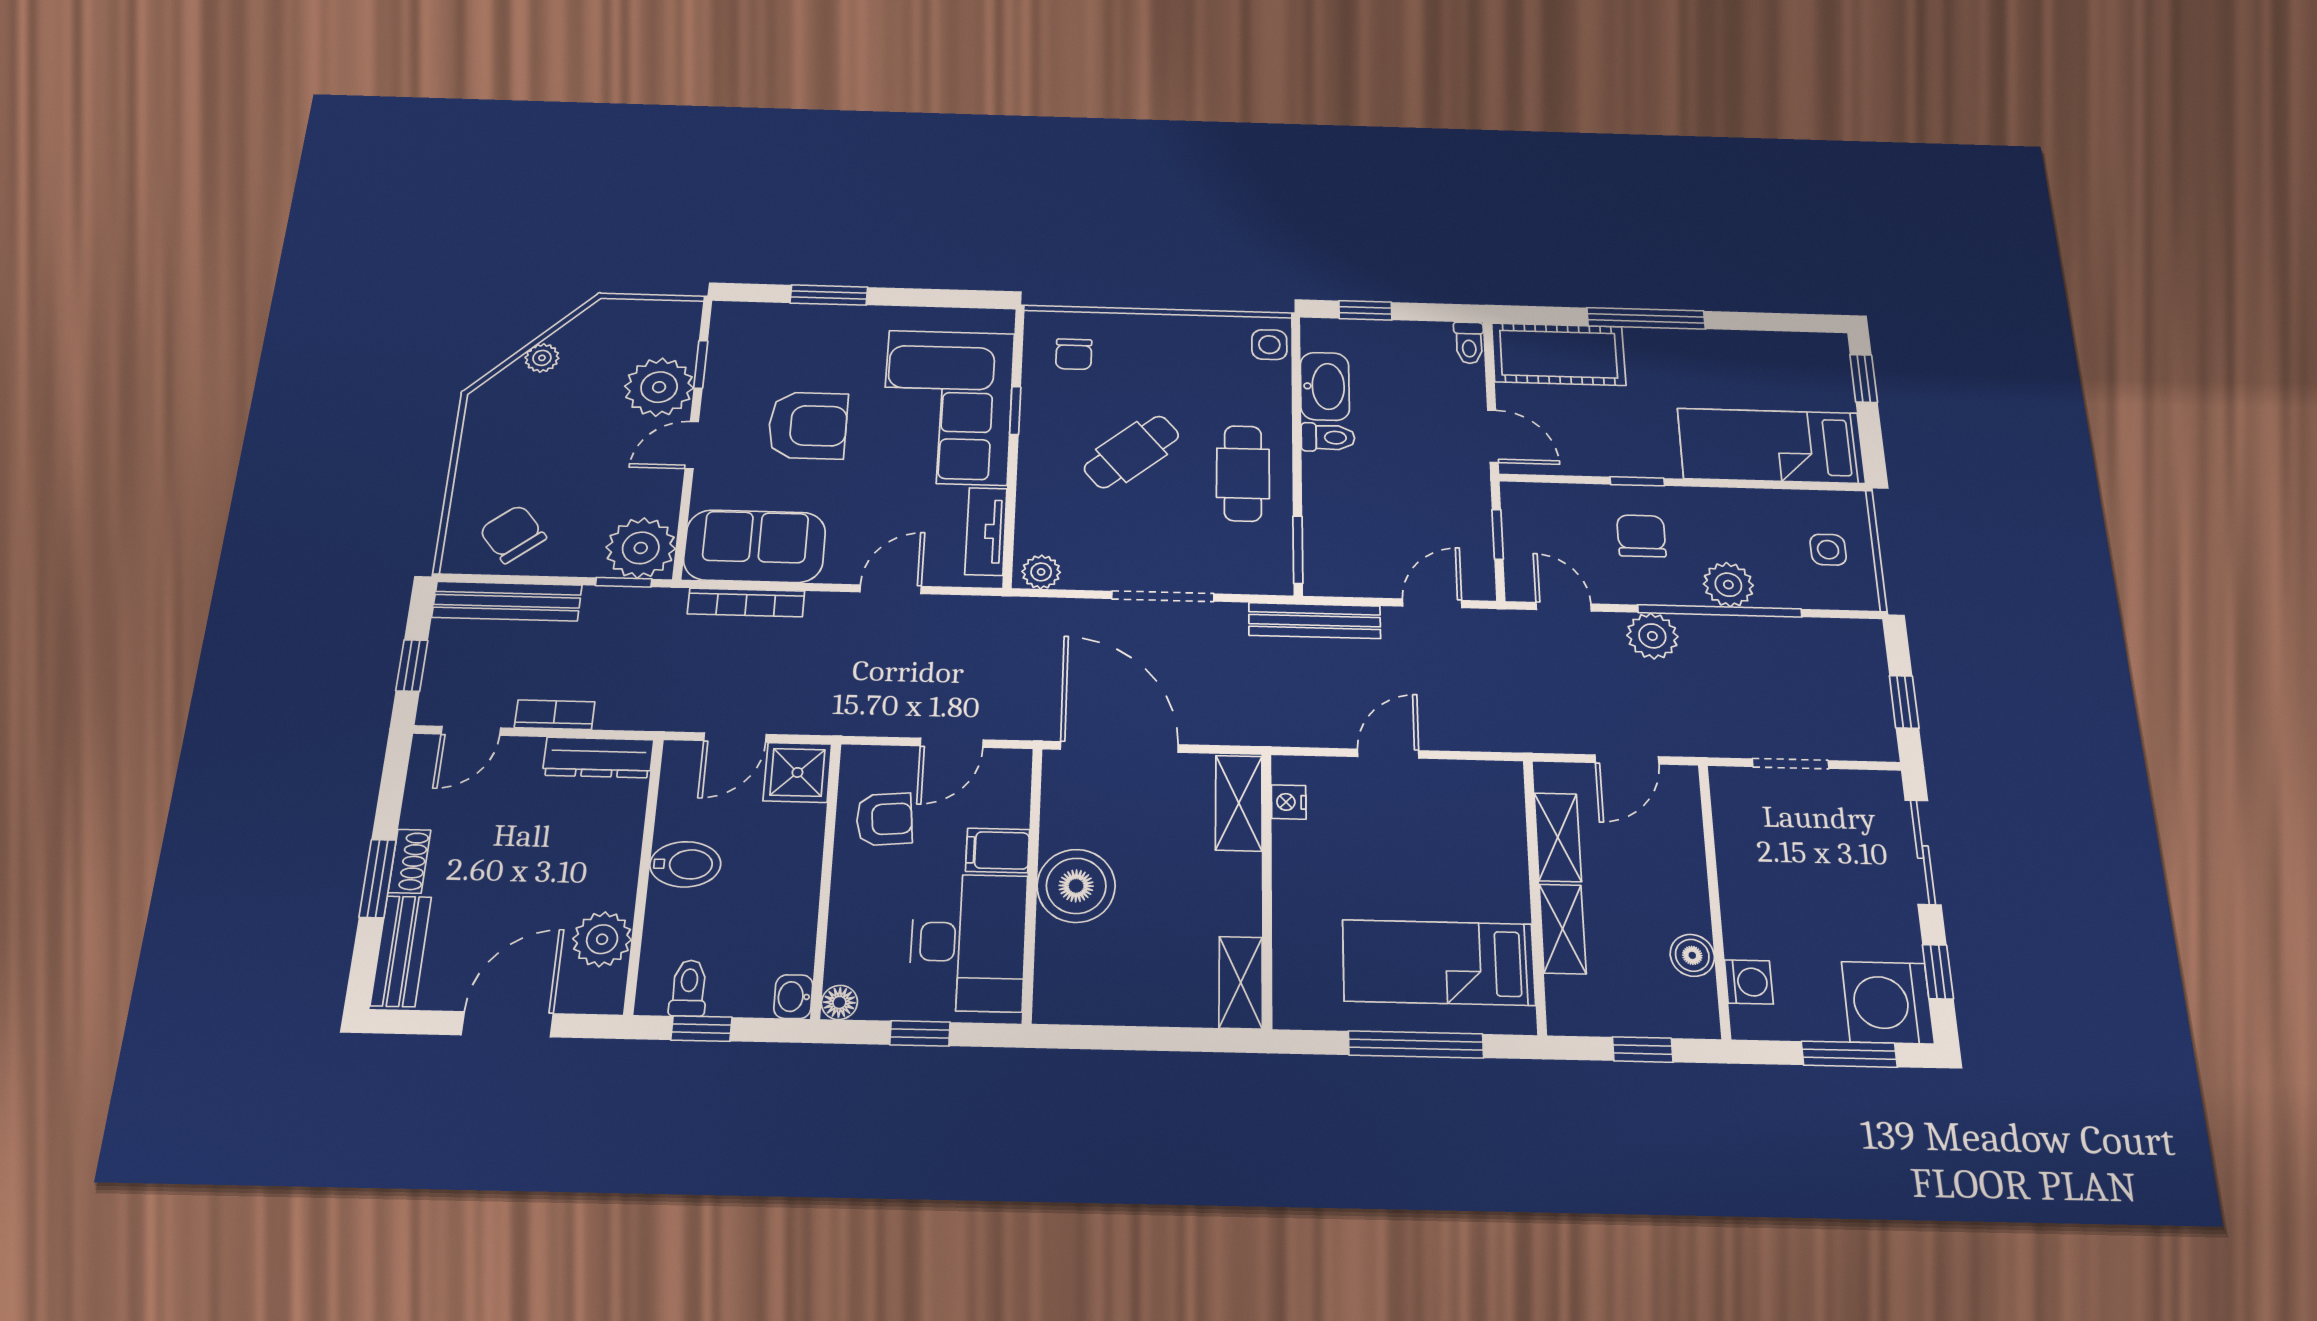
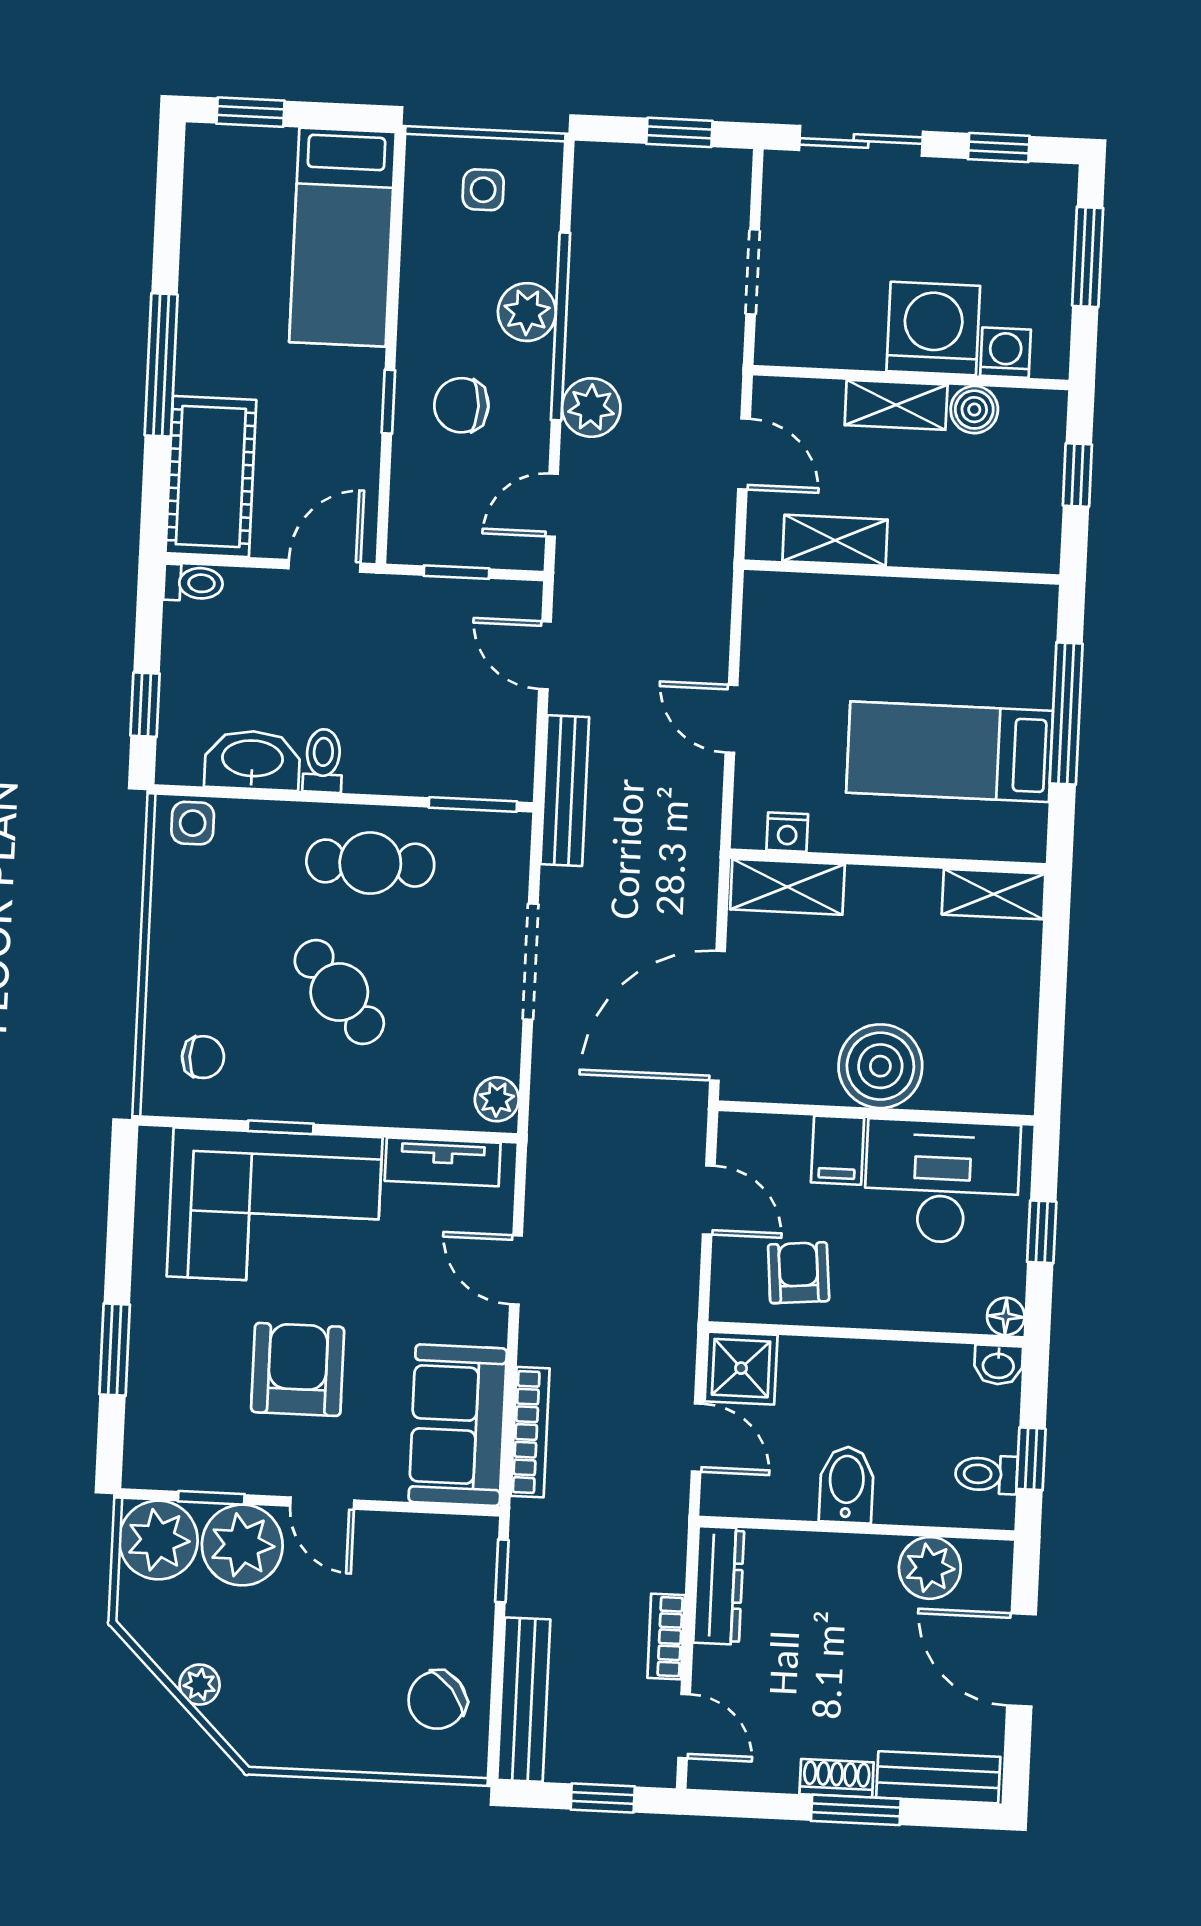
plant: (641, 548) -> (158, 1540), moved
shelving: (1563, 929) -> (896, 405), moved
bed: (1439, 962) -> (950, 752), moved, turned 90
washing machine: (1888, 1003) -> (933, 329), moved, turned 180

